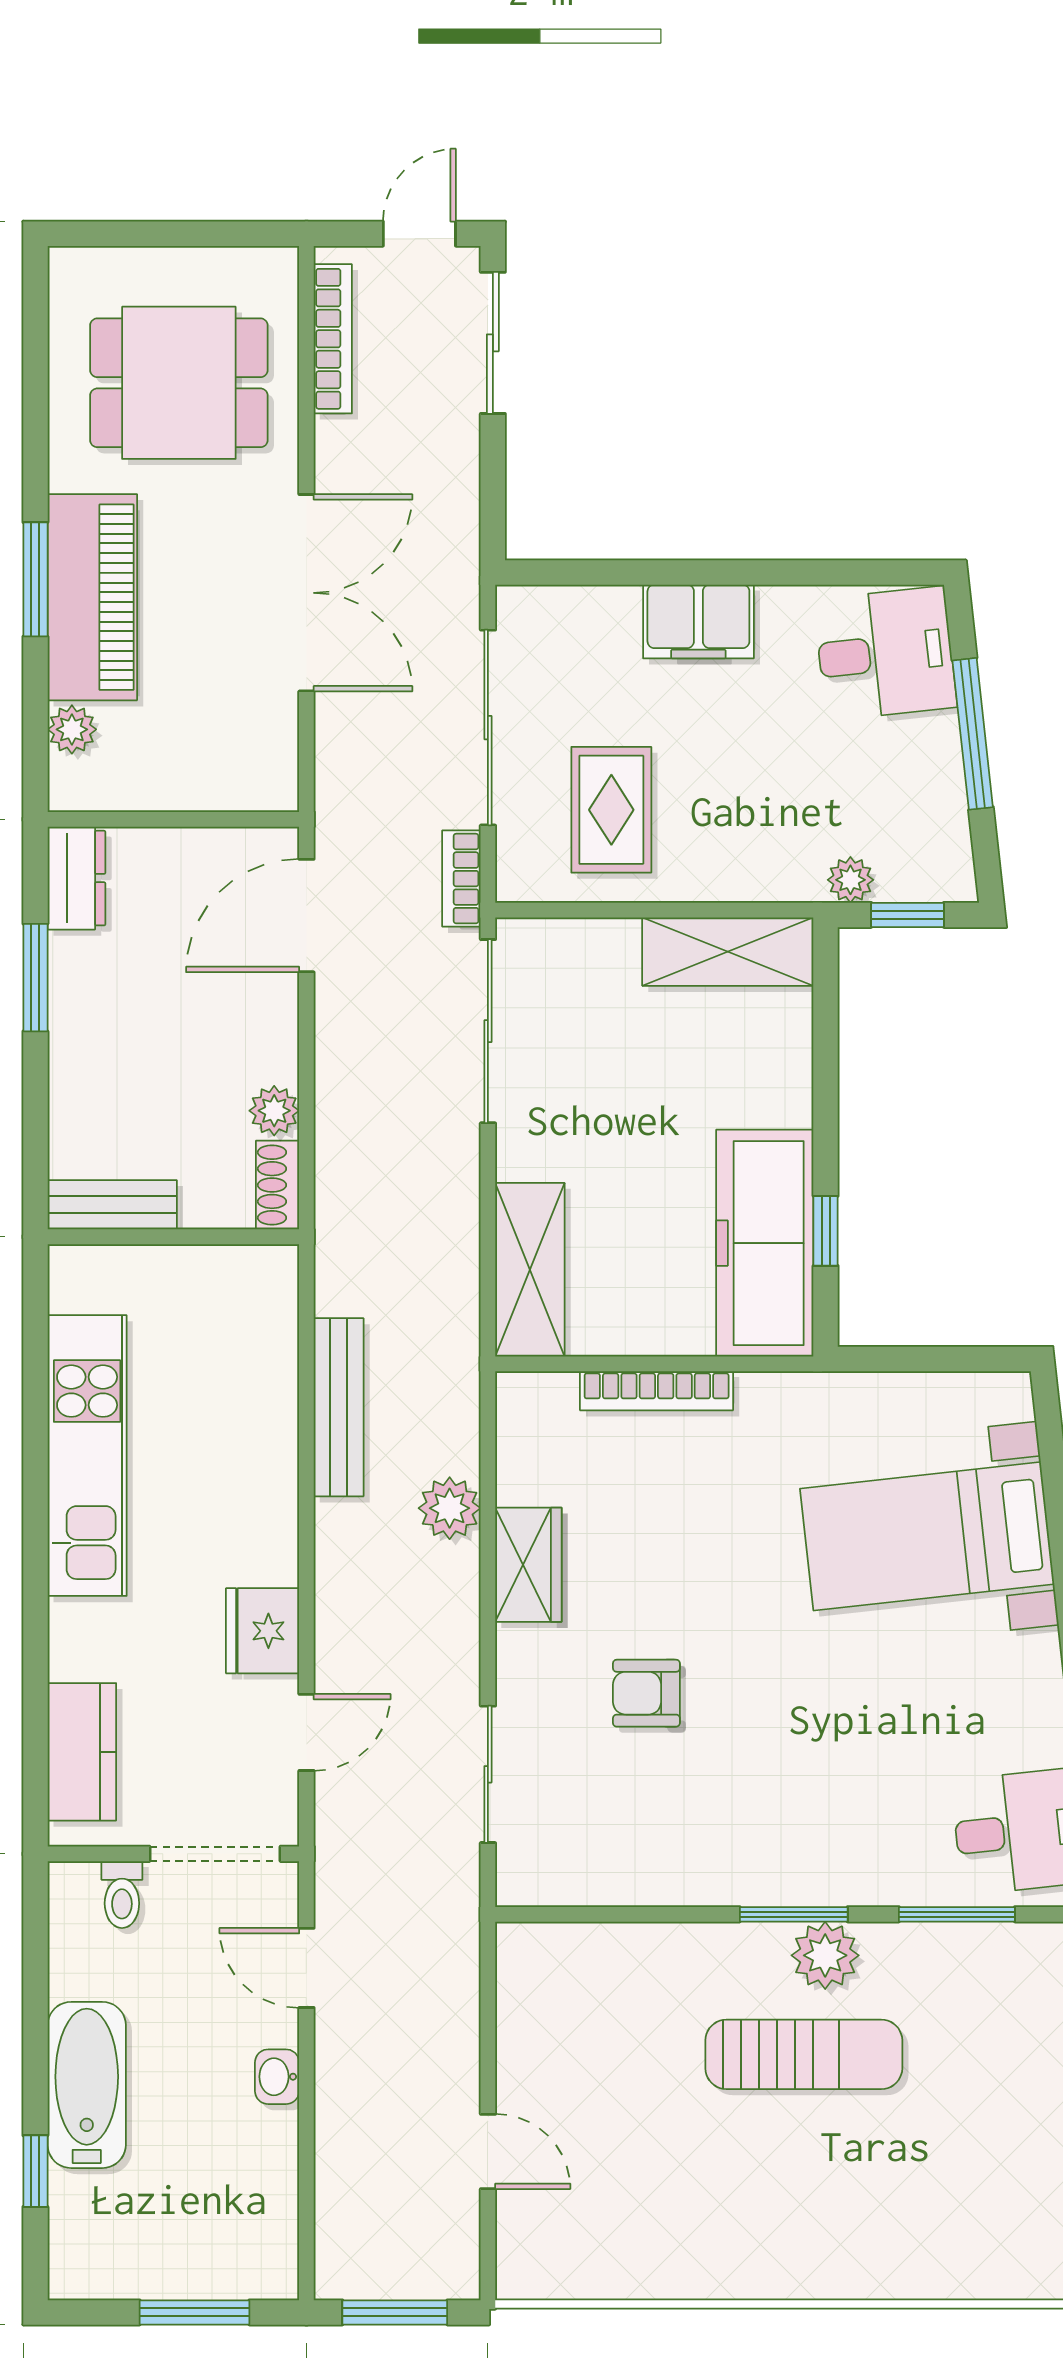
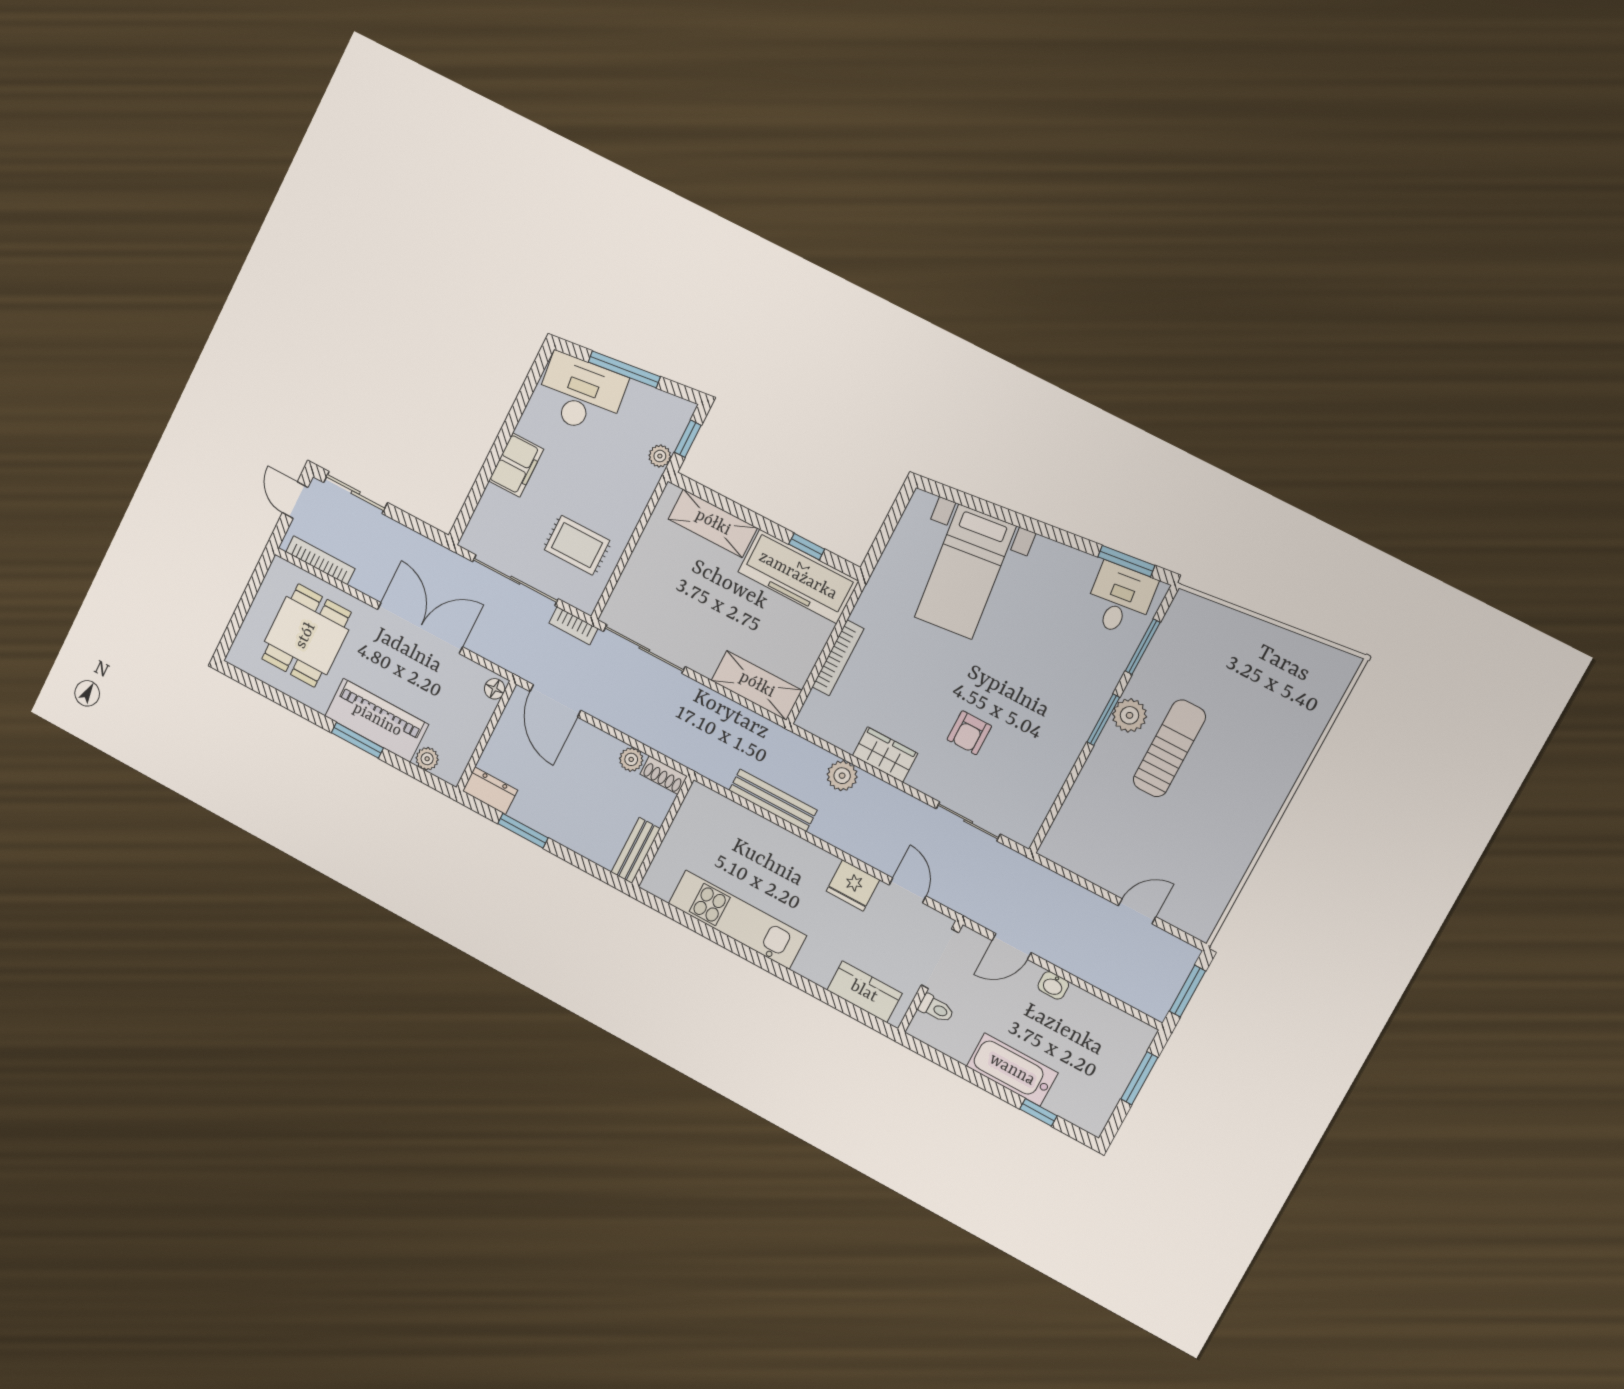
desk: (885, 653) -> (581, 394), width x1.37
floor lamp: (269, 791) -> (495, 689), added
shelving: (728, 952) -> (713, 523), moved, turned 90

